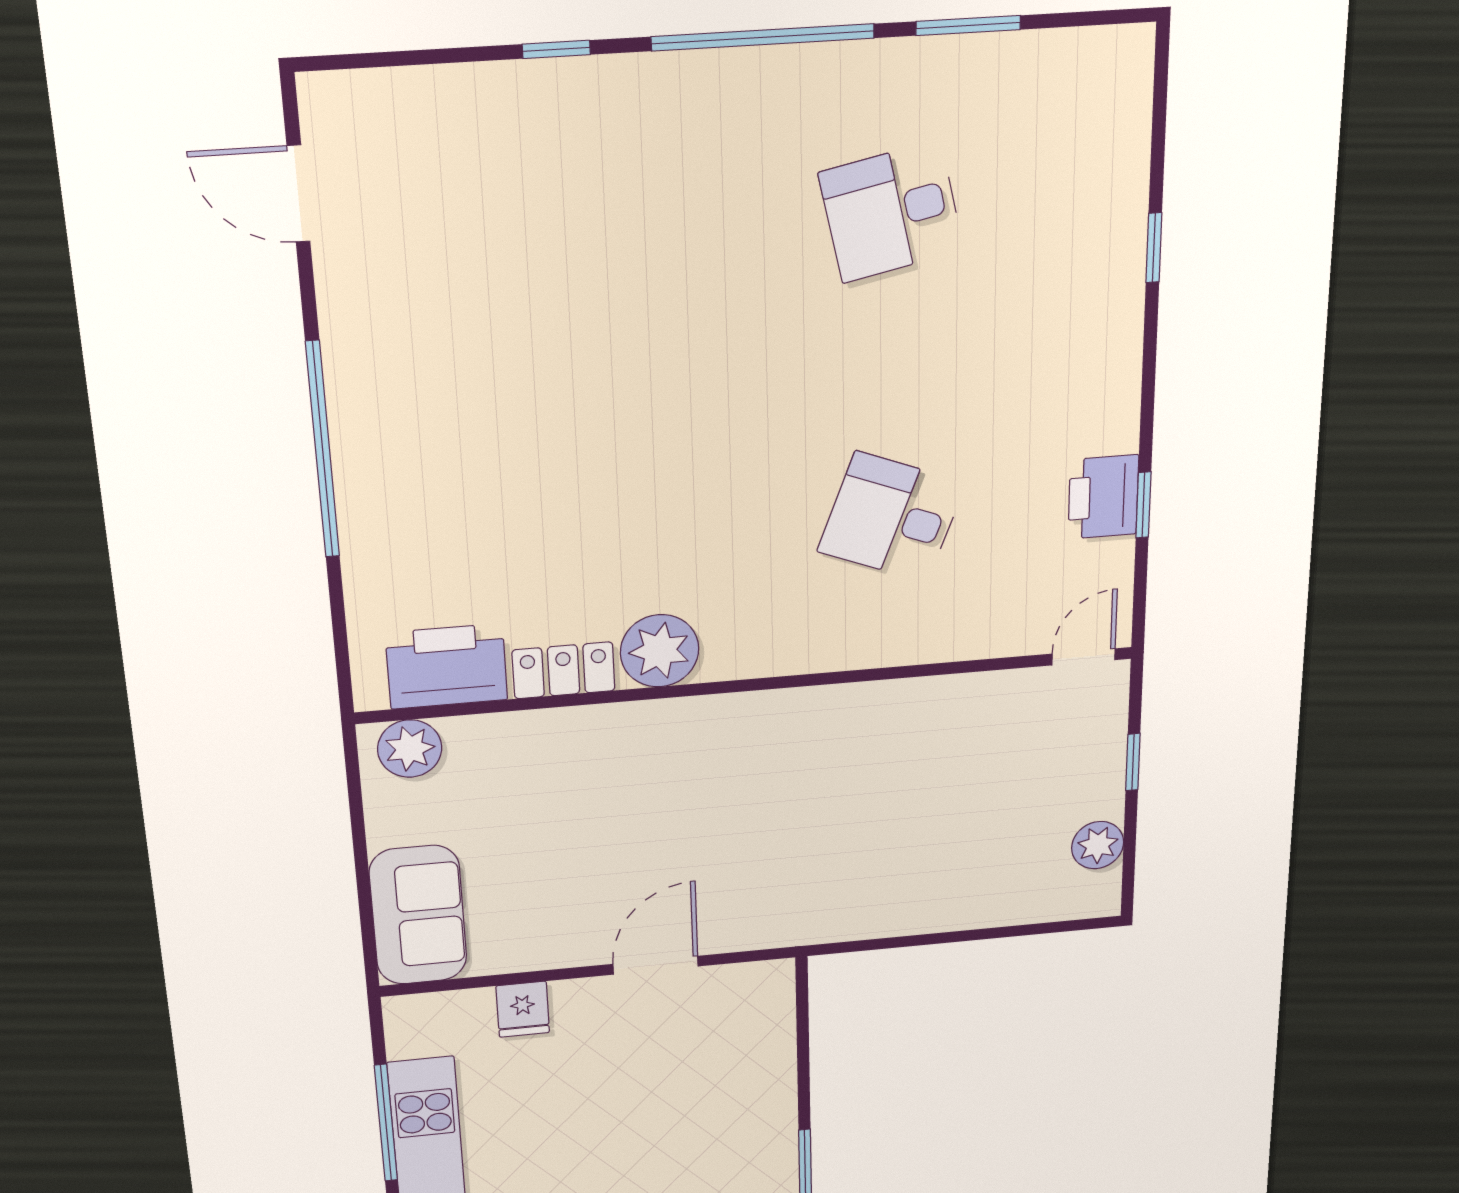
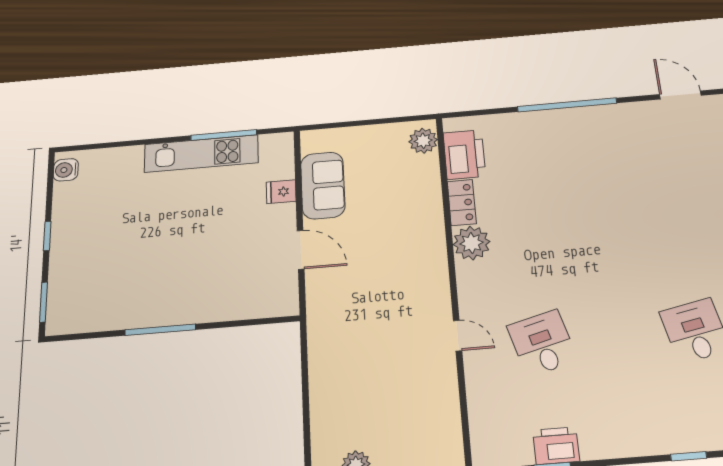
door: (298, 194) -> (680, 95), hinge flipped
desk: (892, 517) -> (542, 343), turned -36
door: (1084, 657) -> (458, 336), moved
sofa: (418, 915) -> (323, 185), moved, turned -90

